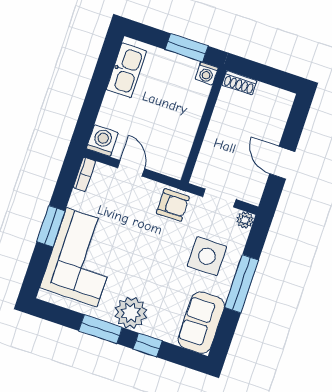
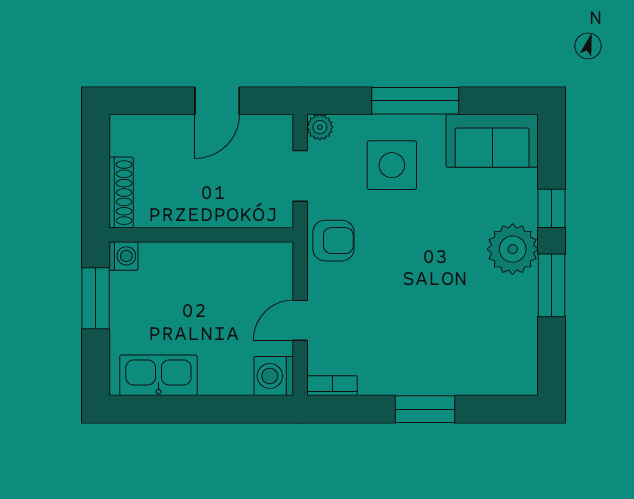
shoe rack: (239, 83) -> (121, 193), width x1.43
armchair: (173, 205) -> (333, 241), turned 90
corner sofa: (82, 257) -> (455, 349), removed

